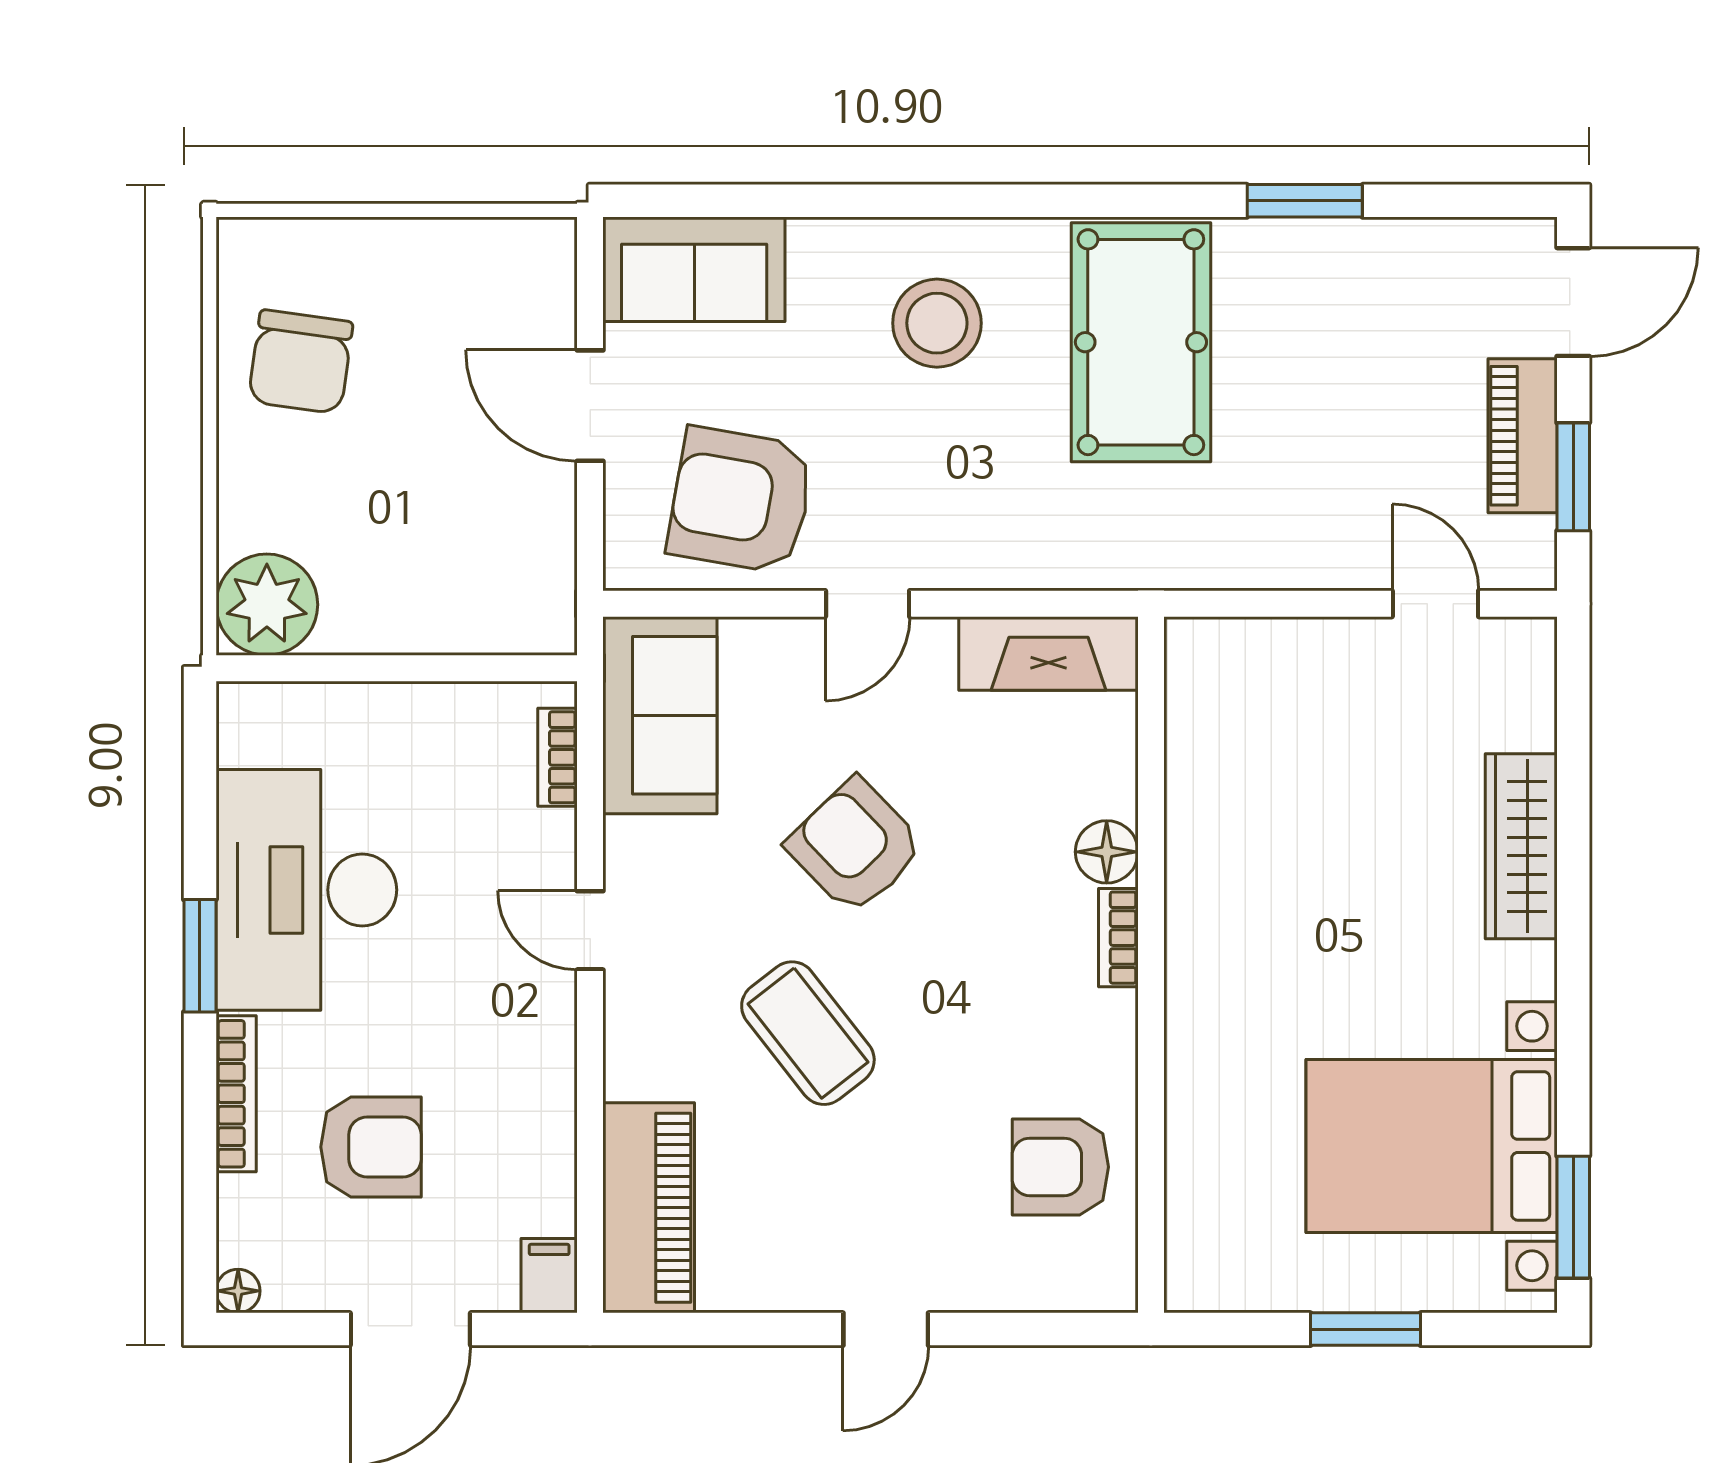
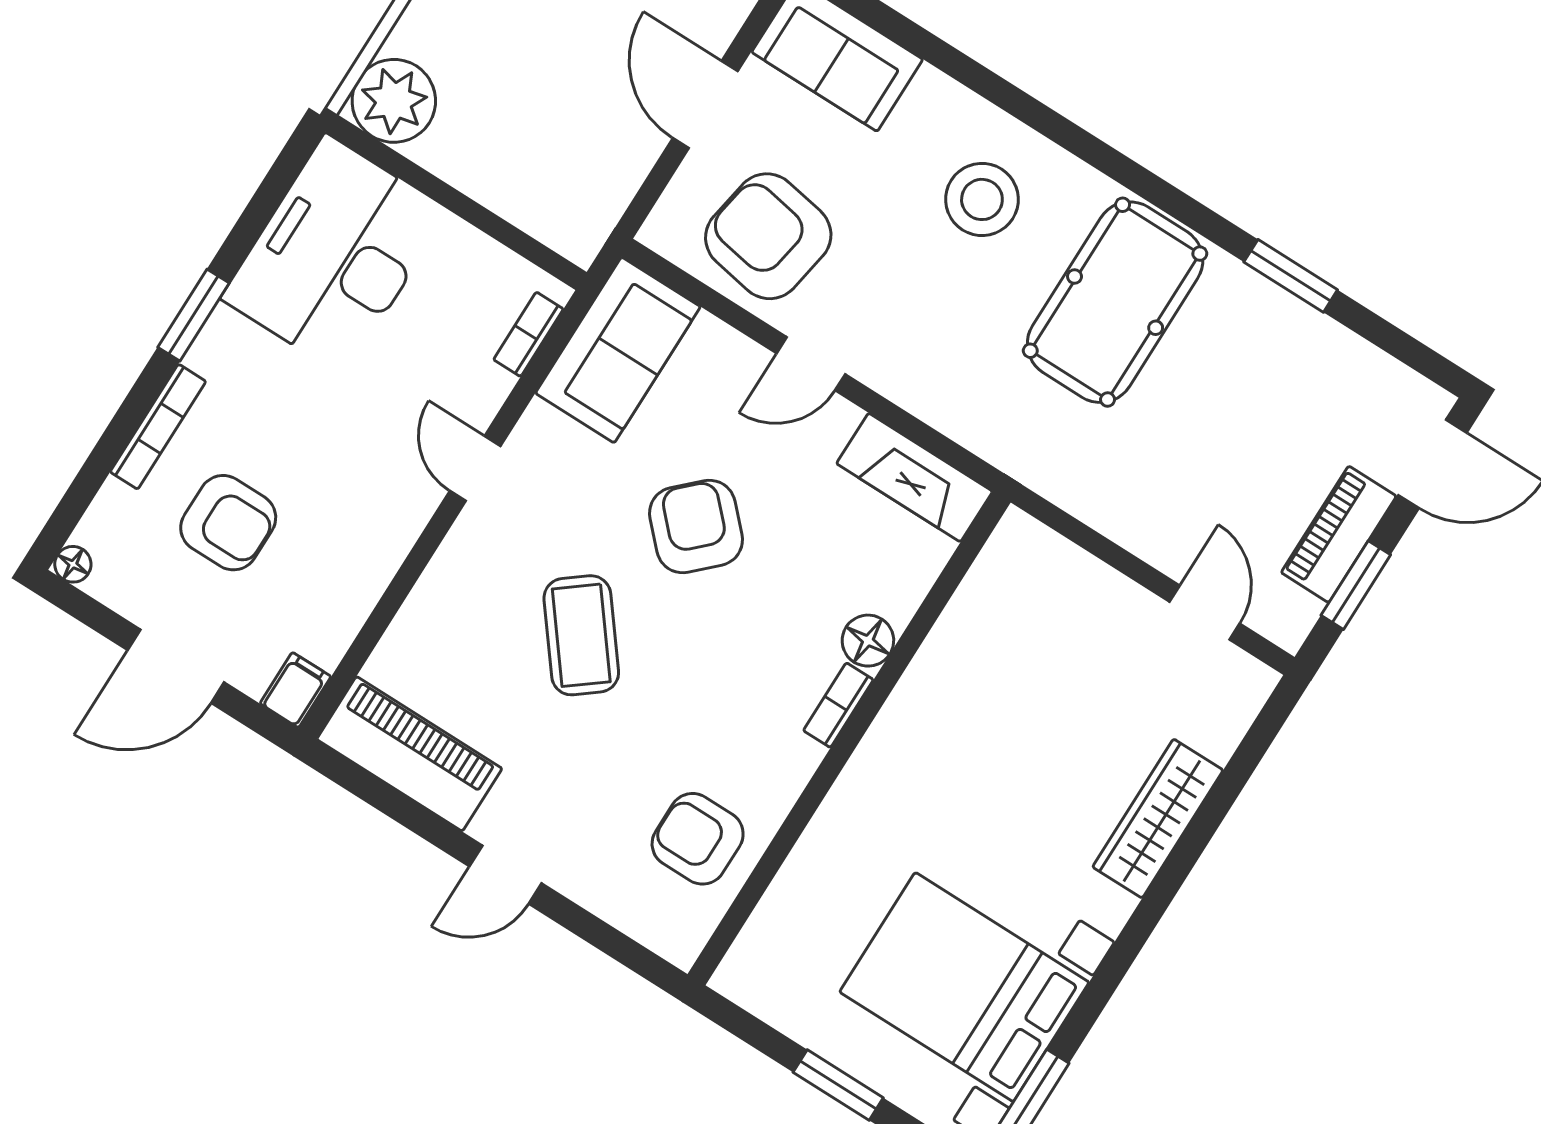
desk: (306, 890) -> (335, 255), moved
piano: (649, 1208) -> (409, 754), moved, turned -90

